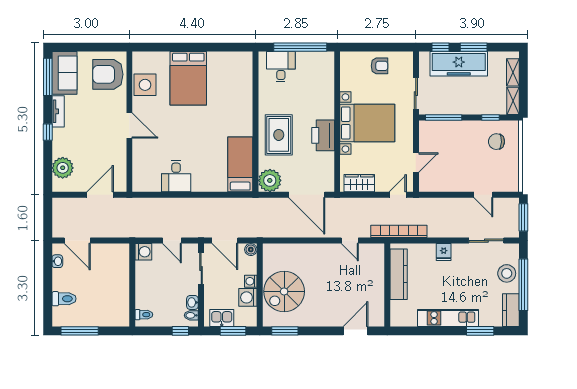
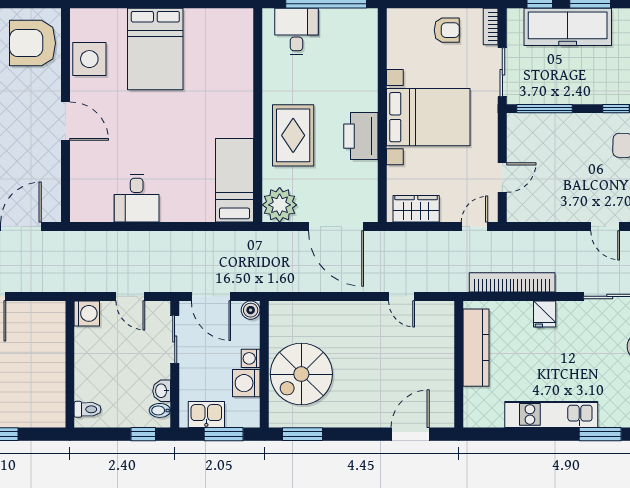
bookcase: (408, 64) -> (491, 27), added
bookcase: (399, 231) -> (512, 282), moved

